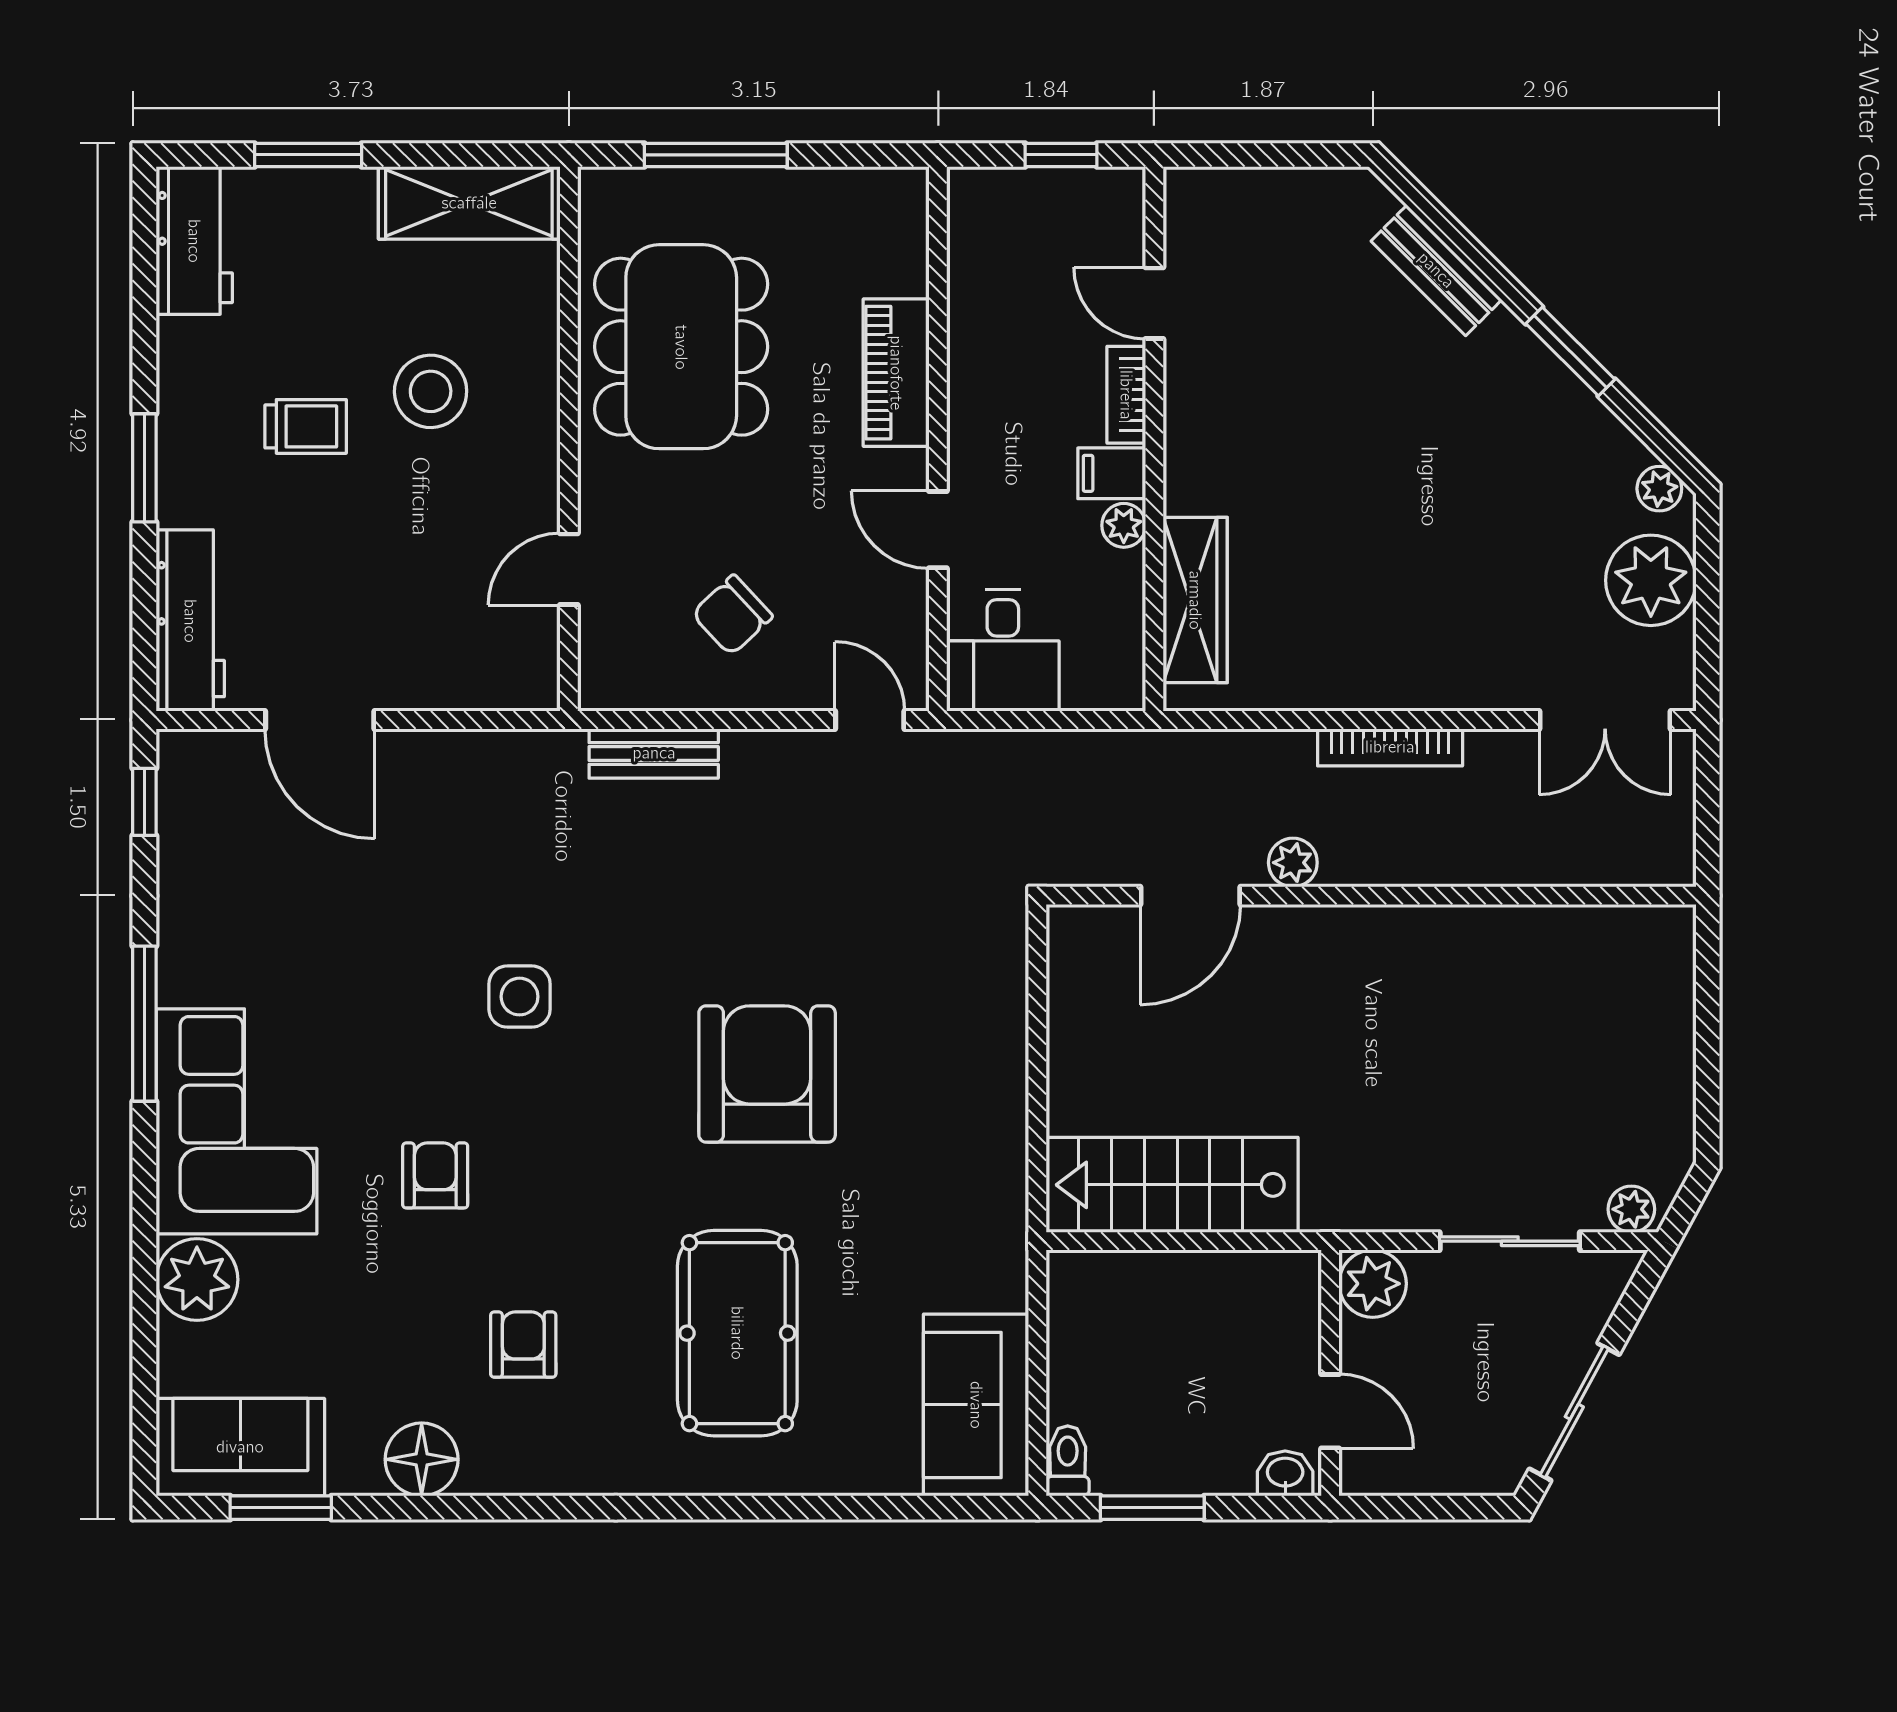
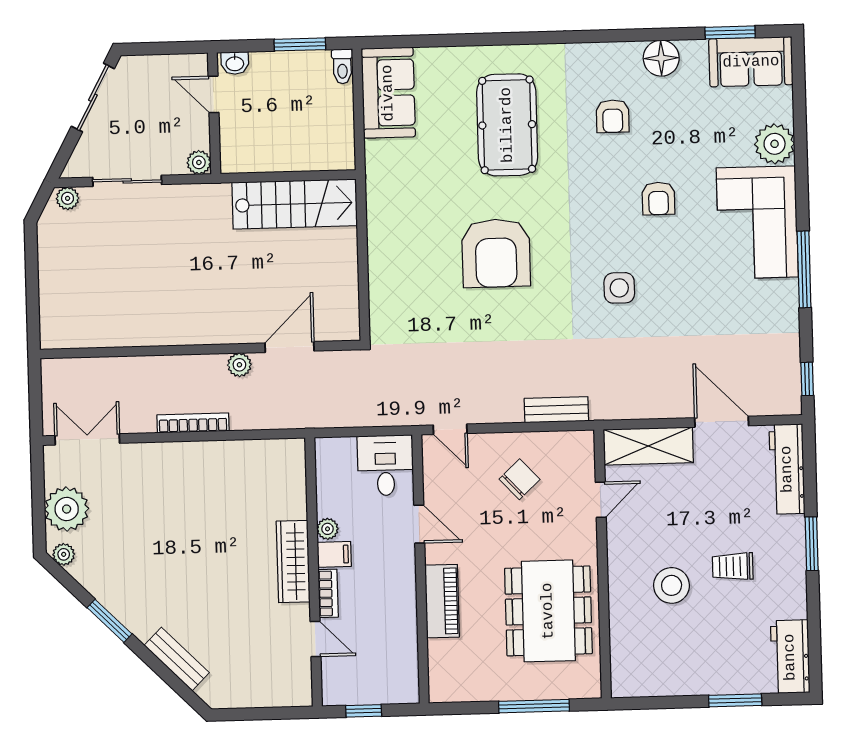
shelving: (469, 203) -> (648, 446), moved
wardrobe: (1195, 600) -> (293, 561), moved
plant: (1373, 1284) -> (199, 162), width x0.73, depth x0.73

